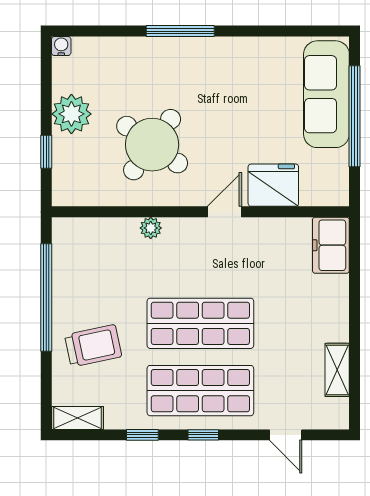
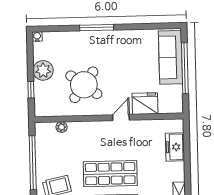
plant: (151, 228) -> (62, 127), moved
freezer: (331, 245) -> (175, 147), moved

